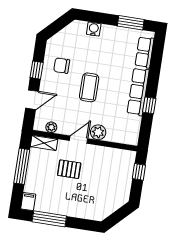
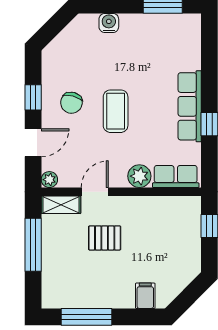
row of seats: (145, 52) -> (176, 177), moved, turned 90
chair: (62, 66) -> (71, 103), moved, turned -75
plant: (51, 127) -> (49, 180), moved
door: (79, 140) -> (95, 192), moved
filing cabinet: (28, 202) -> (145, 296), moved

